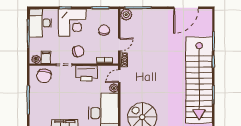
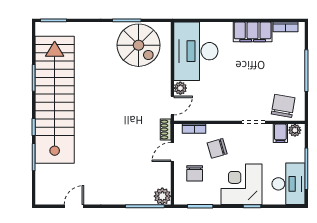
door: (186, 8) -> (74, 206), width x0.53
chair: (78, 51) -> (217, 148), moved
printer: (87, 73) -> (221, 110), removed

